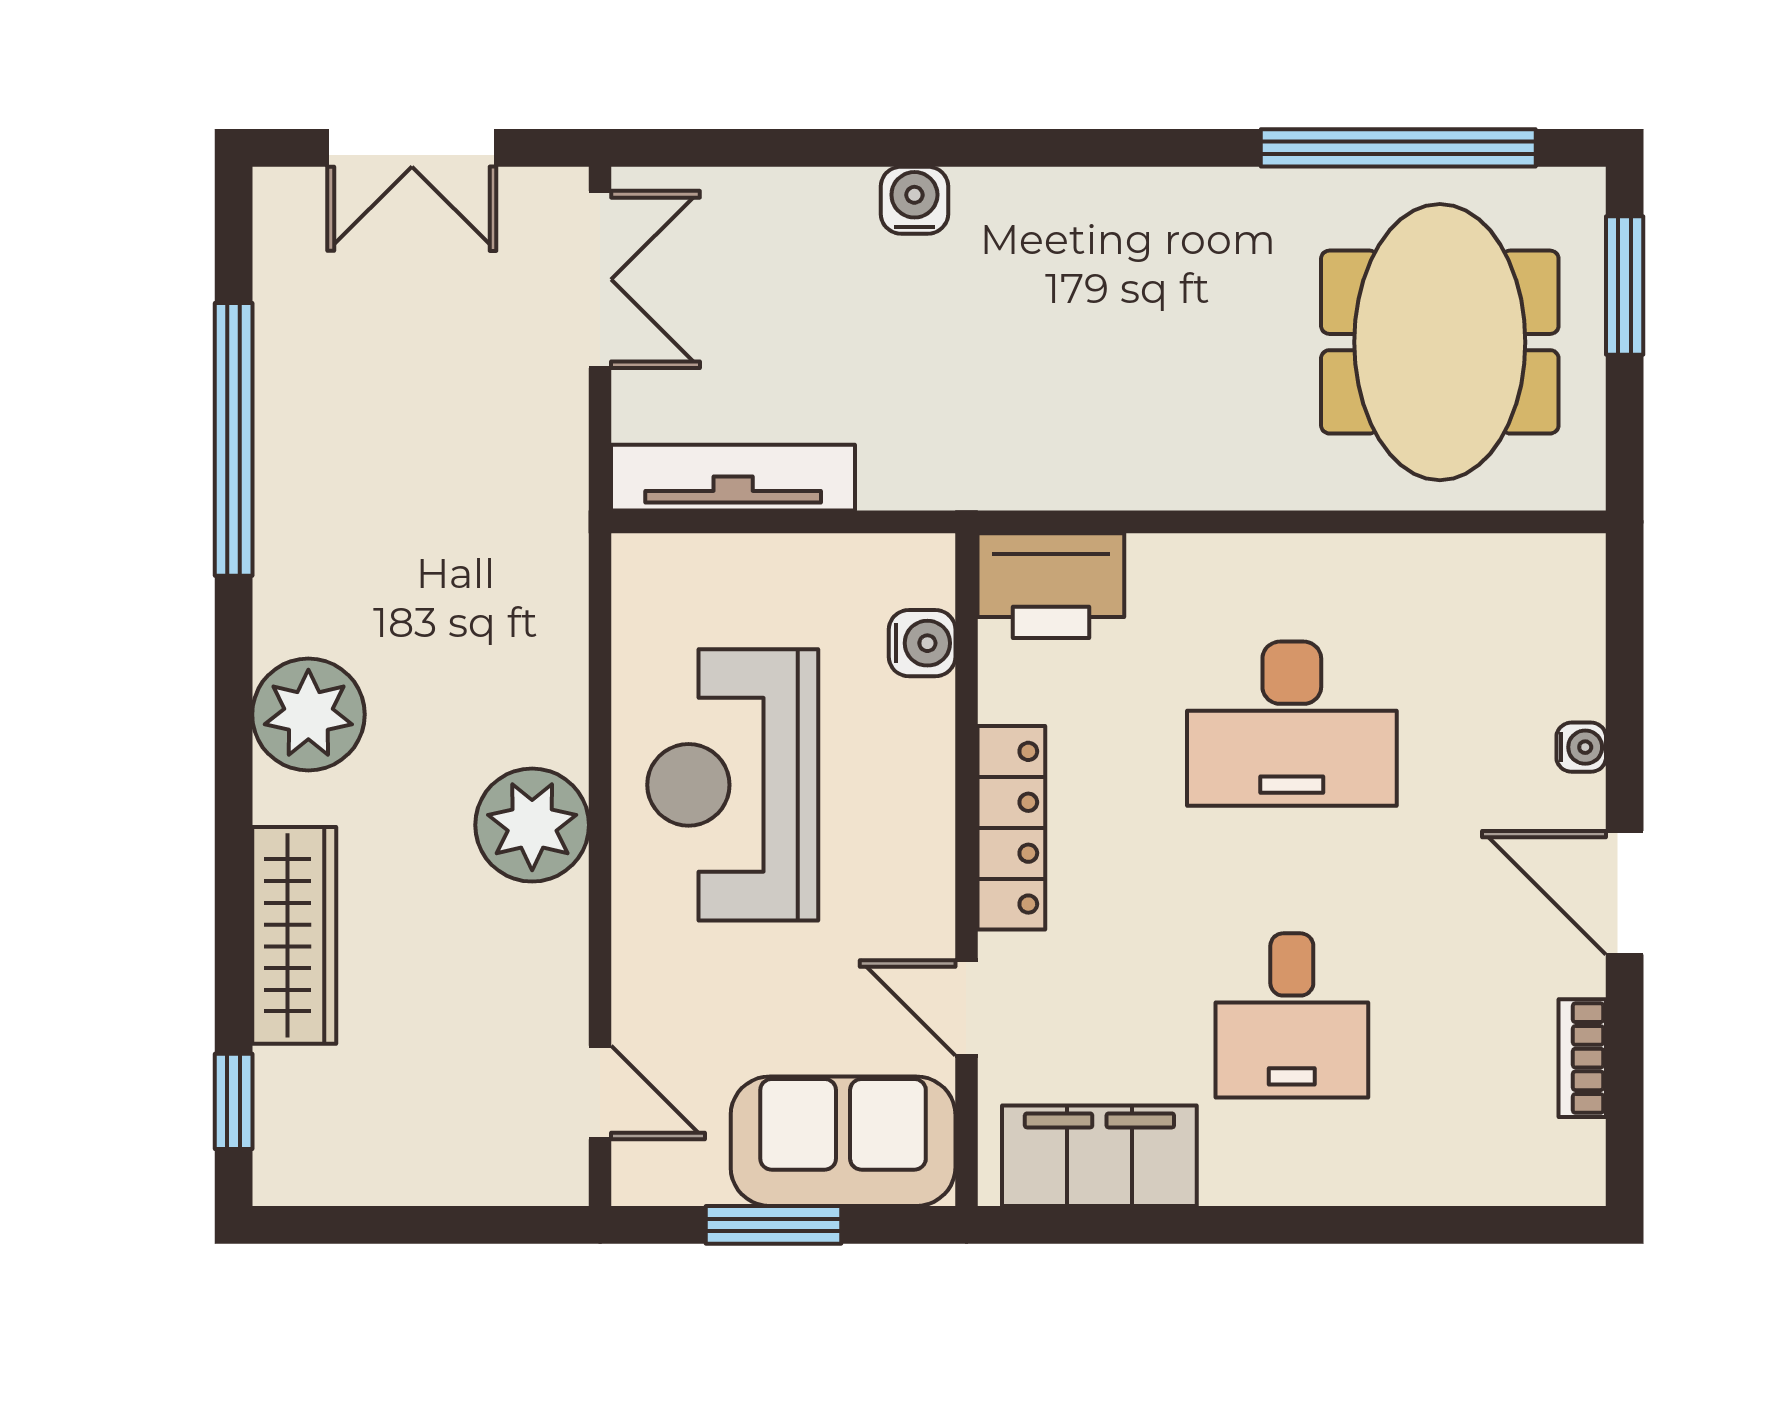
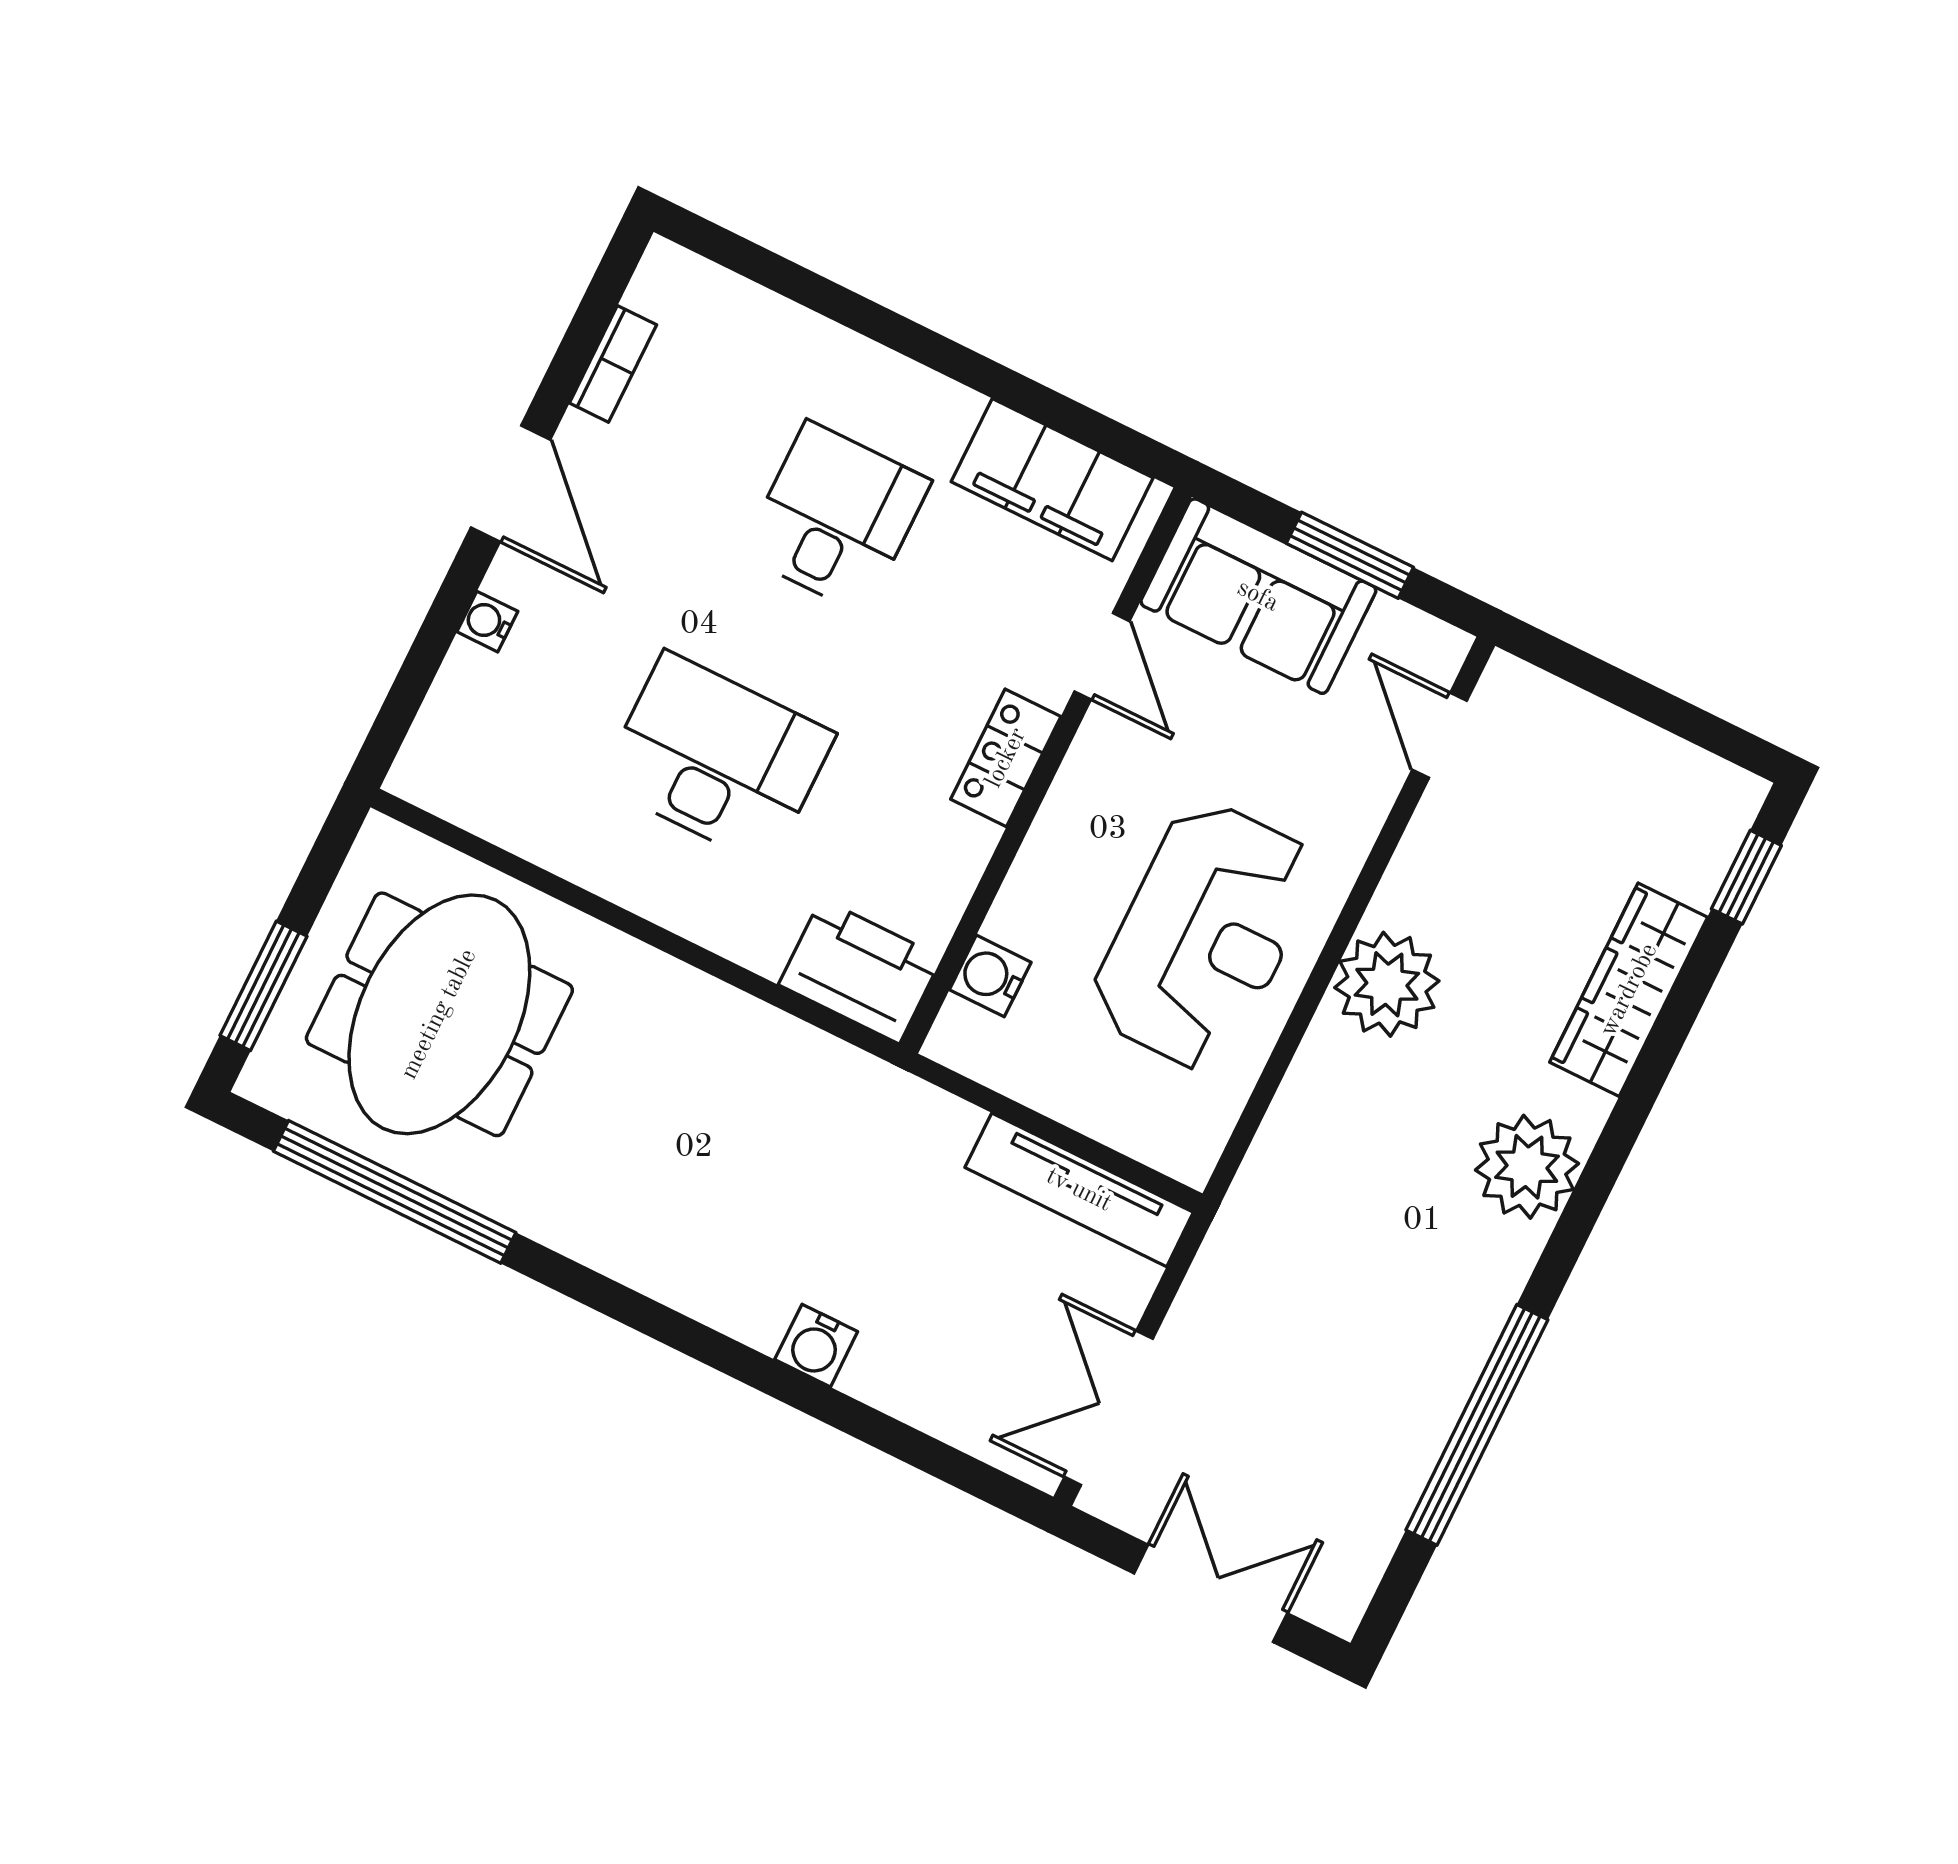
locker: (1011, 828) -> (1006, 758), width x0.66

